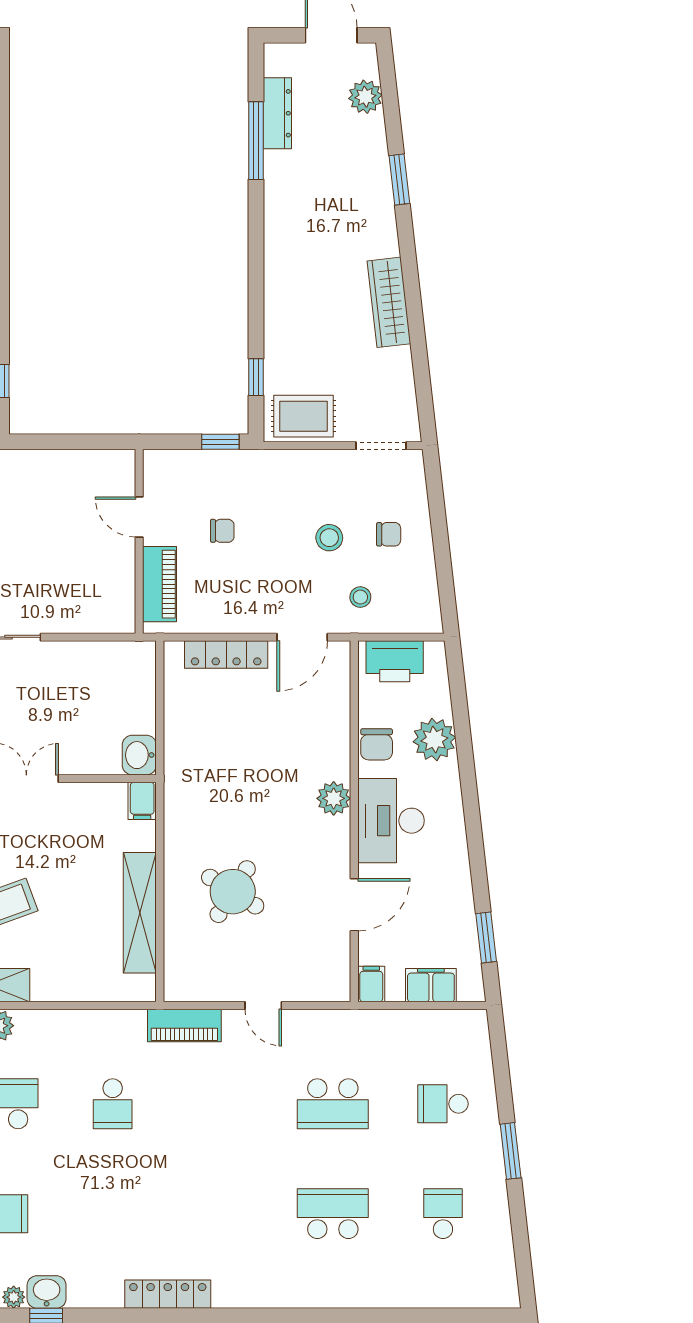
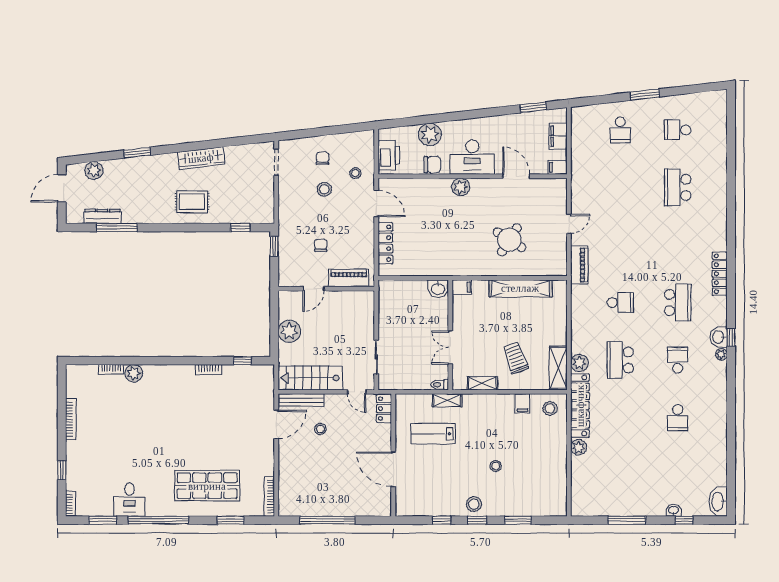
rug: (304, 416) -> (192, 202), moved, turned 90
plant: (58, 471) -> (289, 331), added
school desk: (333, 1104) -> (678, 303), moved

